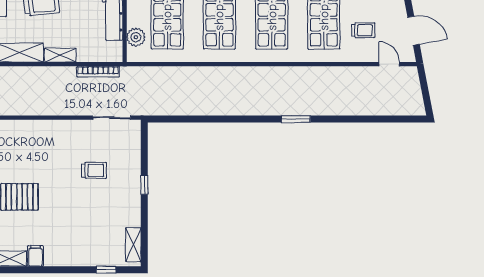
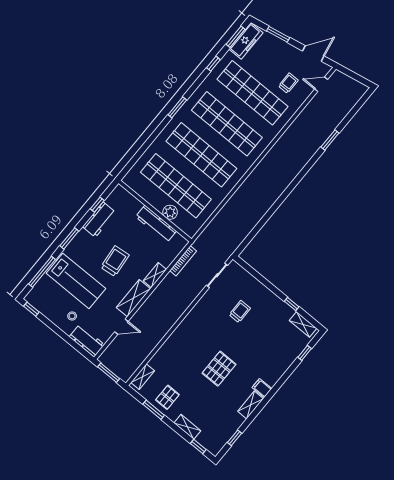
plant: (136, 37) -> (170, 212), moved
window: (296, 119) -> (330, 140), moved
window: (144, 185) -> (292, 304), moved

